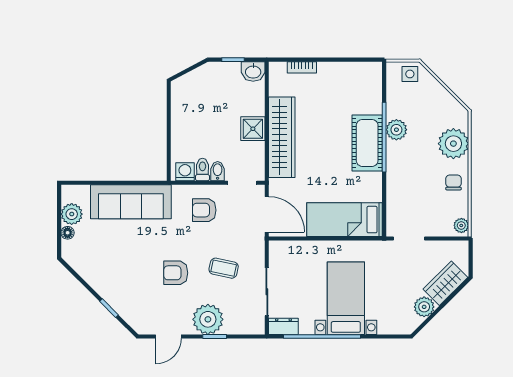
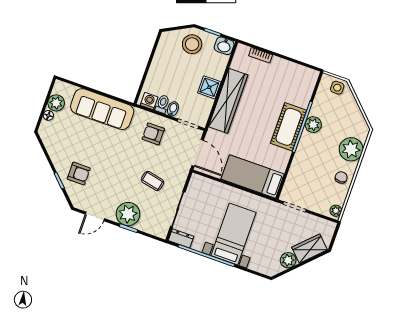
stool: (213, 83) -> (192, 44), added
armchair: (176, 273) -> (79, 173), moved, turned 180

